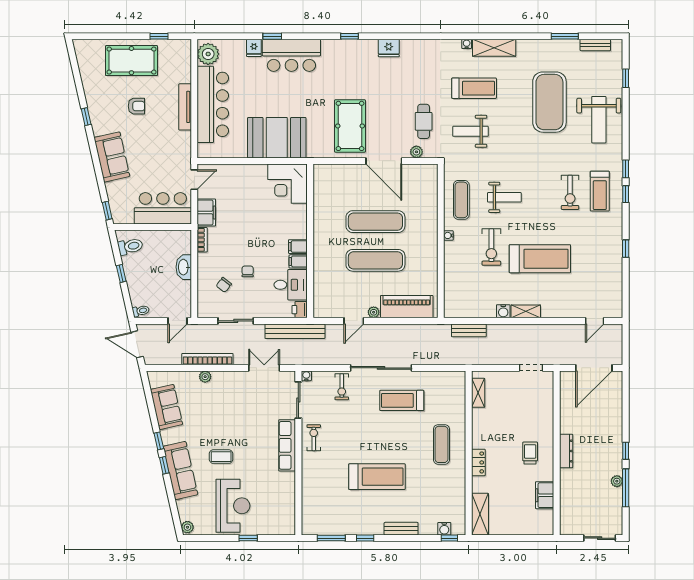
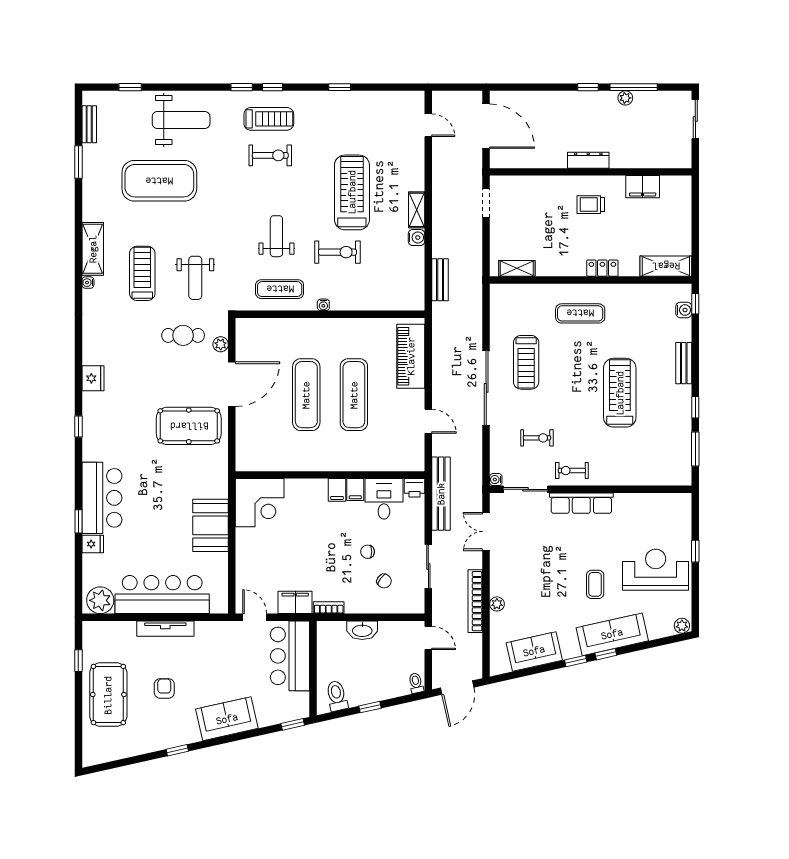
booth: (277, 138) -> (211, 525), width x0.73, depth x0.70
plant: (374, 312) -> (418, 397), removed
exercise bike: (342, 387) -> (537, 438), moved

